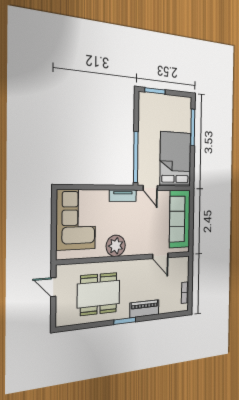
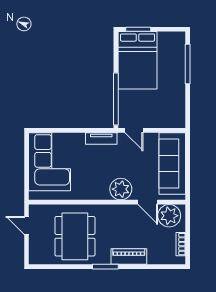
bed: (175, 159) -> (138, 60), moved, turned 180
plant: (116, 246) -> (121, 189), moved
plant: (177, 267) -> (169, 216), added
dining table: (99, 294) -> (75, 236), turned 90

